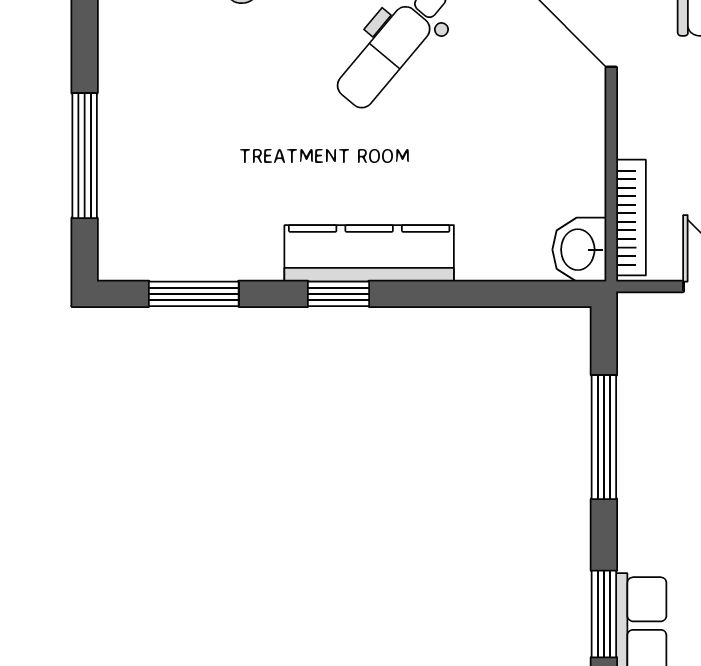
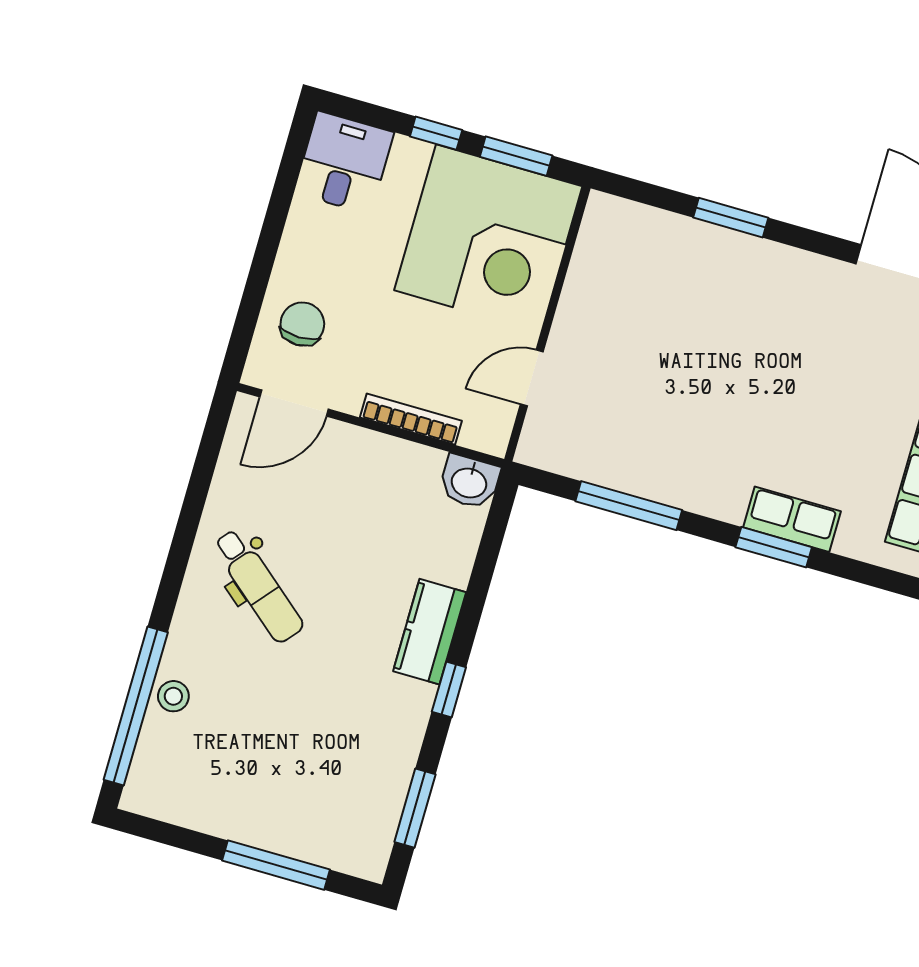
bookcase: (631, 218) -> (411, 419), moved
kitchen counter: (369, 253) -> (430, 632), width x0.67

